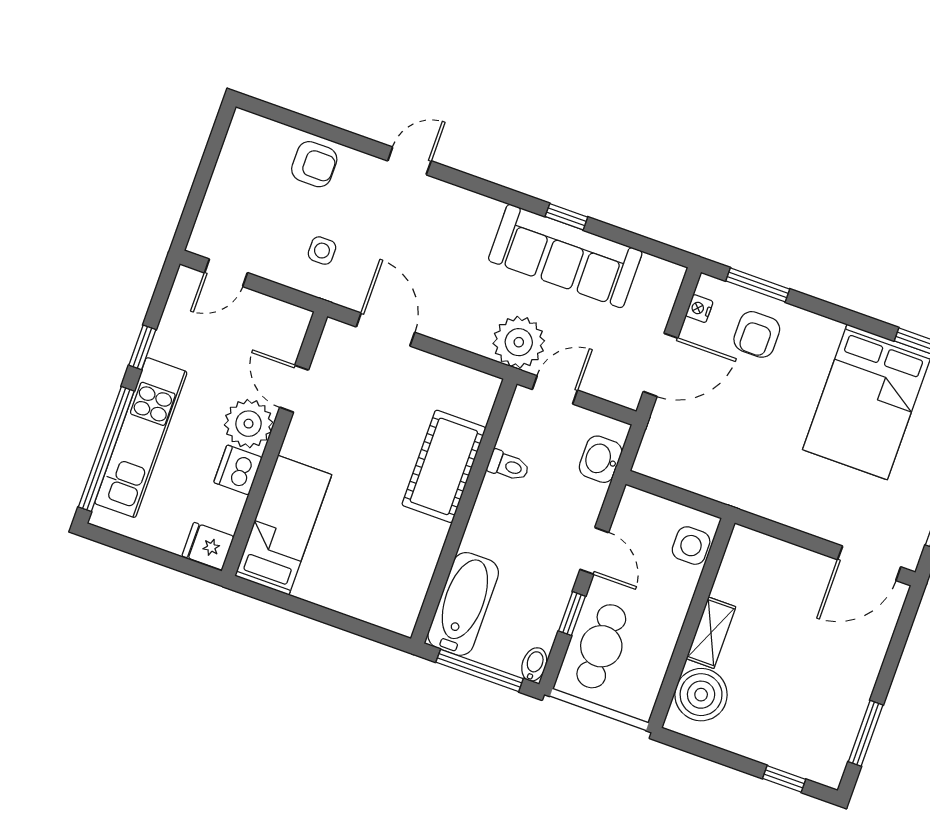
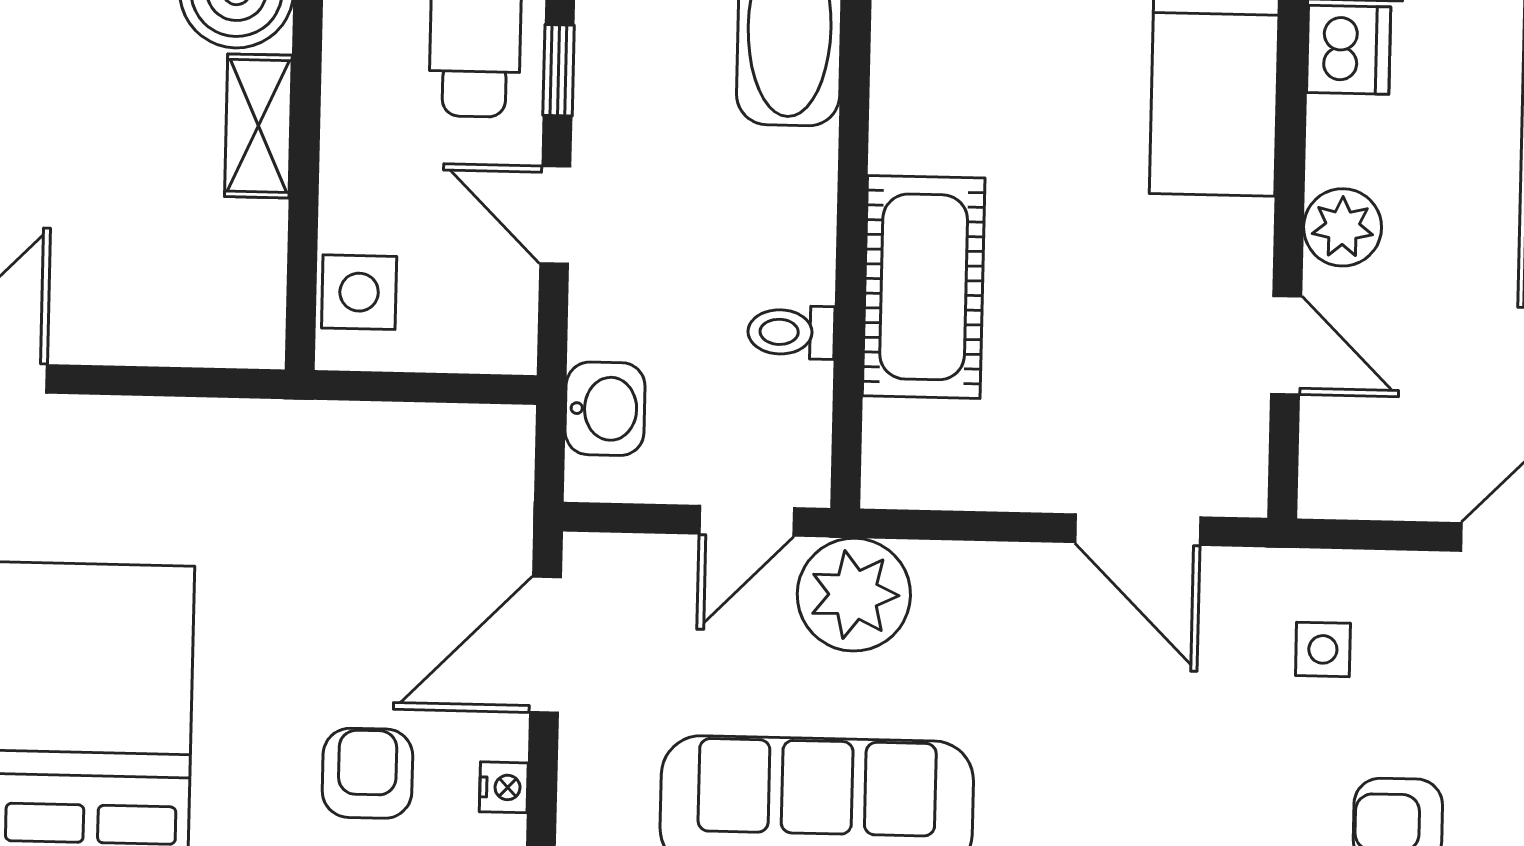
plant: (249, 424) -> (1343, 227), width x0.73, depth x0.73
dishwasher: (238, 470) -> (1349, 50), moved

